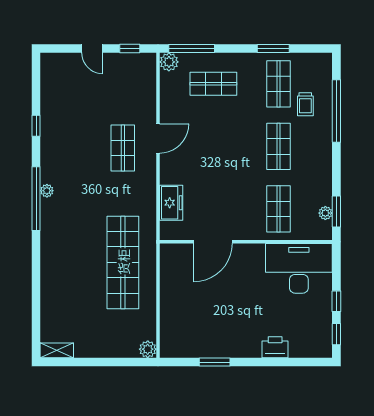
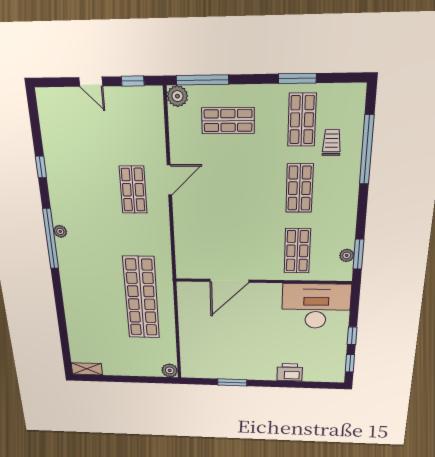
trolley: (305, 104) -> (332, 143), turned 180
freezer: (171, 203) -> (186, 244), removed

